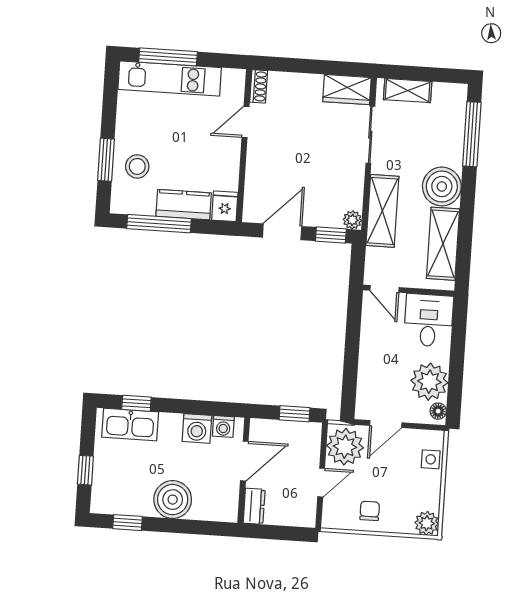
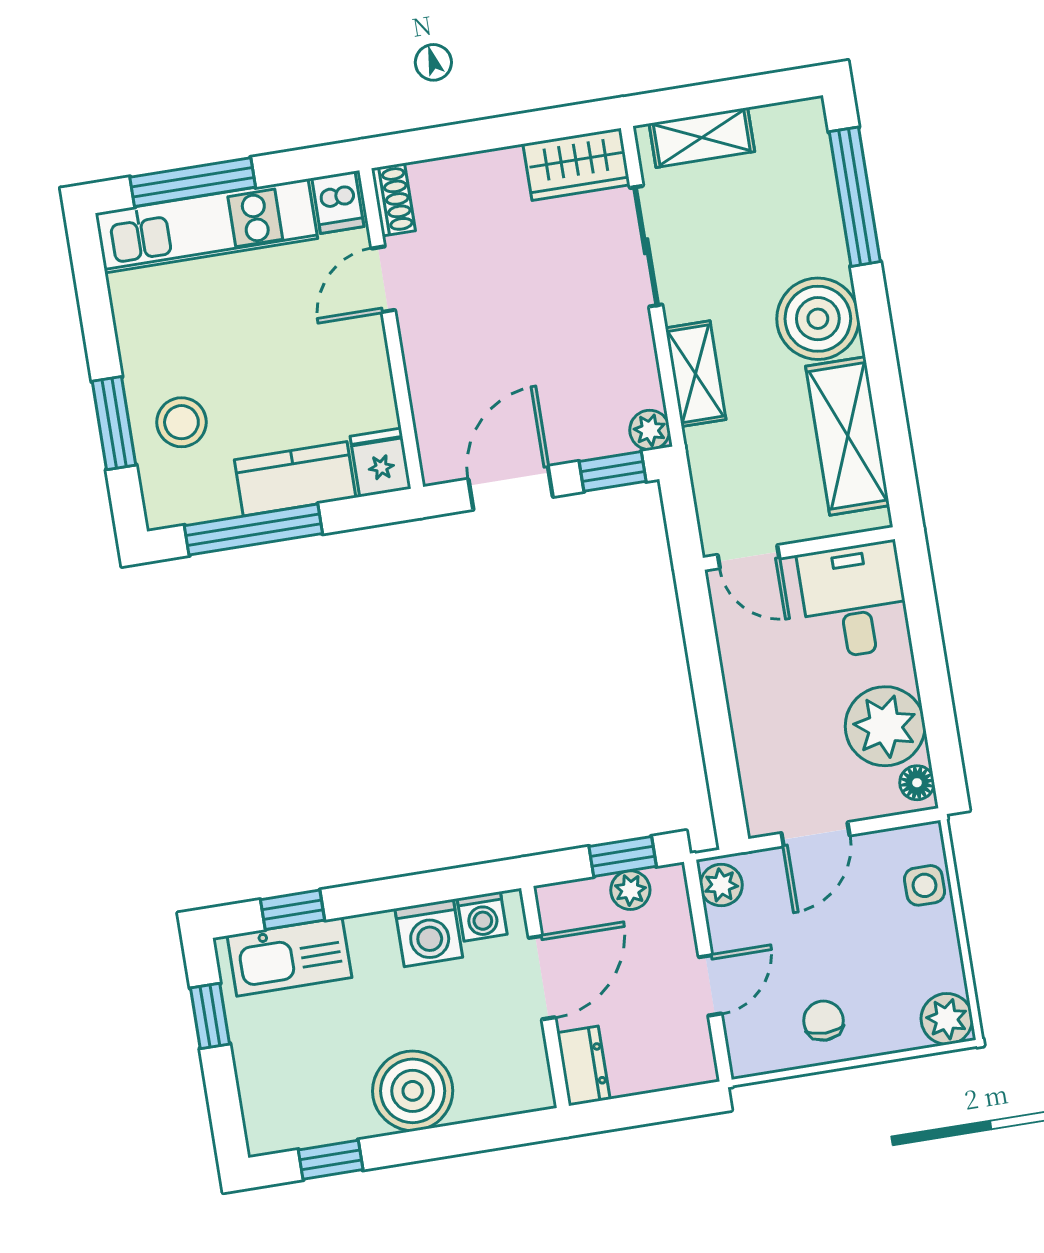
dishwasher: (233, 82) -> (338, 202), added
shelving: (382, 211) -> (696, 374), width x0.67, depth x0.75
plant: (294, 430) -> (630, 890), added
plant: (345, 447) -> (721, 885), width x0.53, depth x0.53
window: (85, 470) -> (210, 1016), moved

